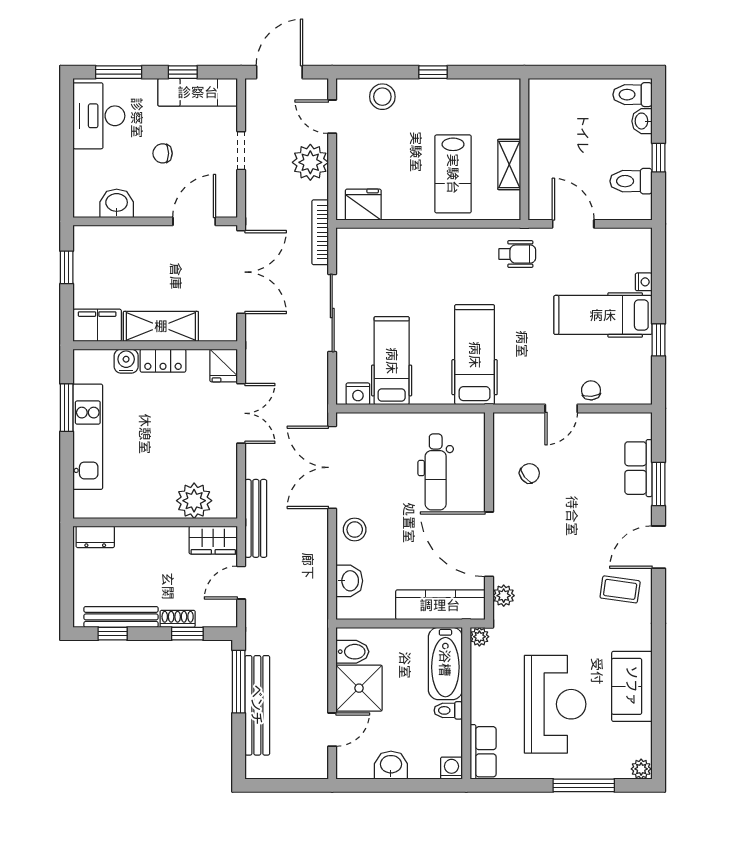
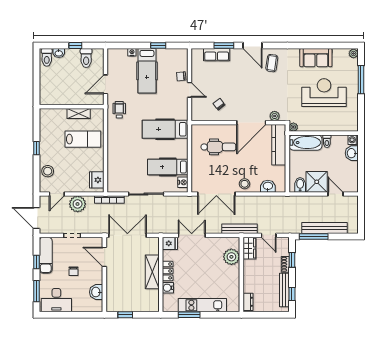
filing cabinet: (97, 325) -> (152, 301), removed
row of seats: (483, 752) -> (346, 125), removed
washbasin: (391, 765) -> (352, 153), moved

